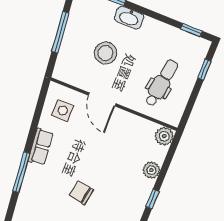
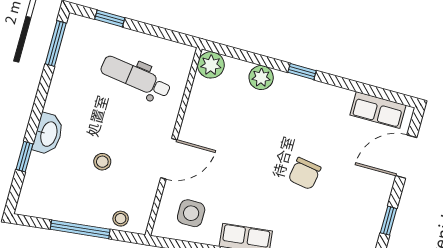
window: (191, 30) -> (56, 43), width x1.50
stool: (106, 53) -> (102, 162), width x0.53, depth x0.53
stool: (65, 61) -> (121, 219), added

